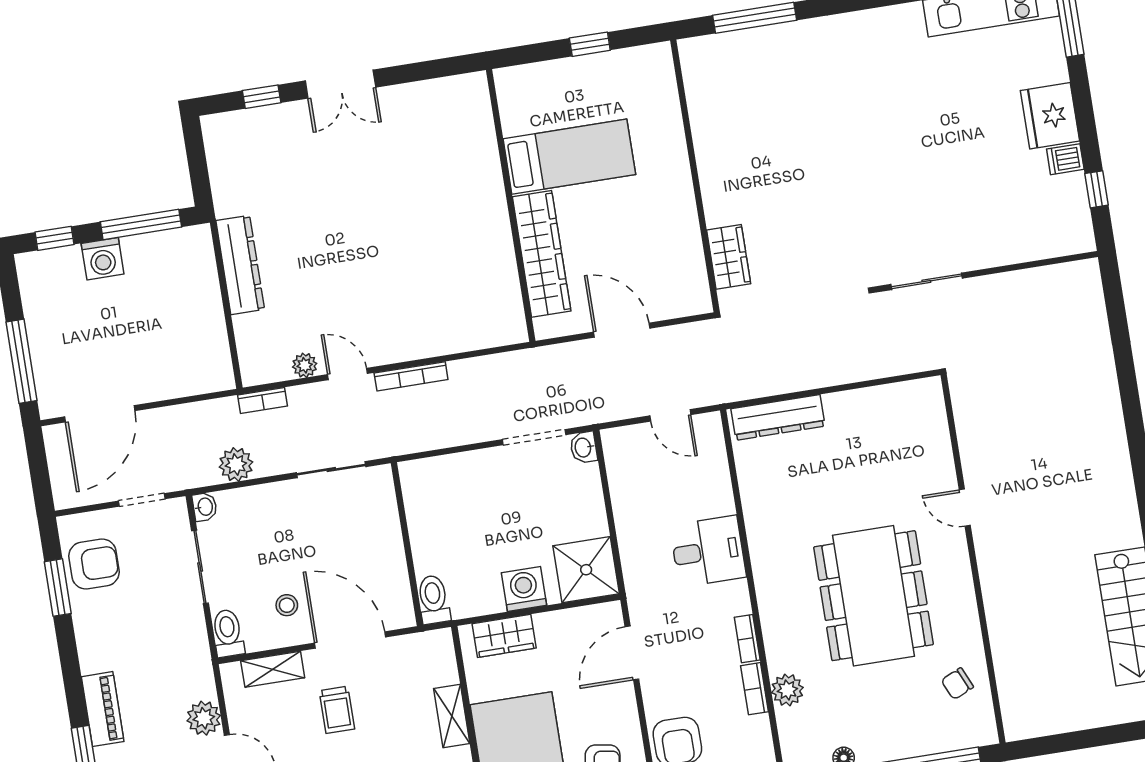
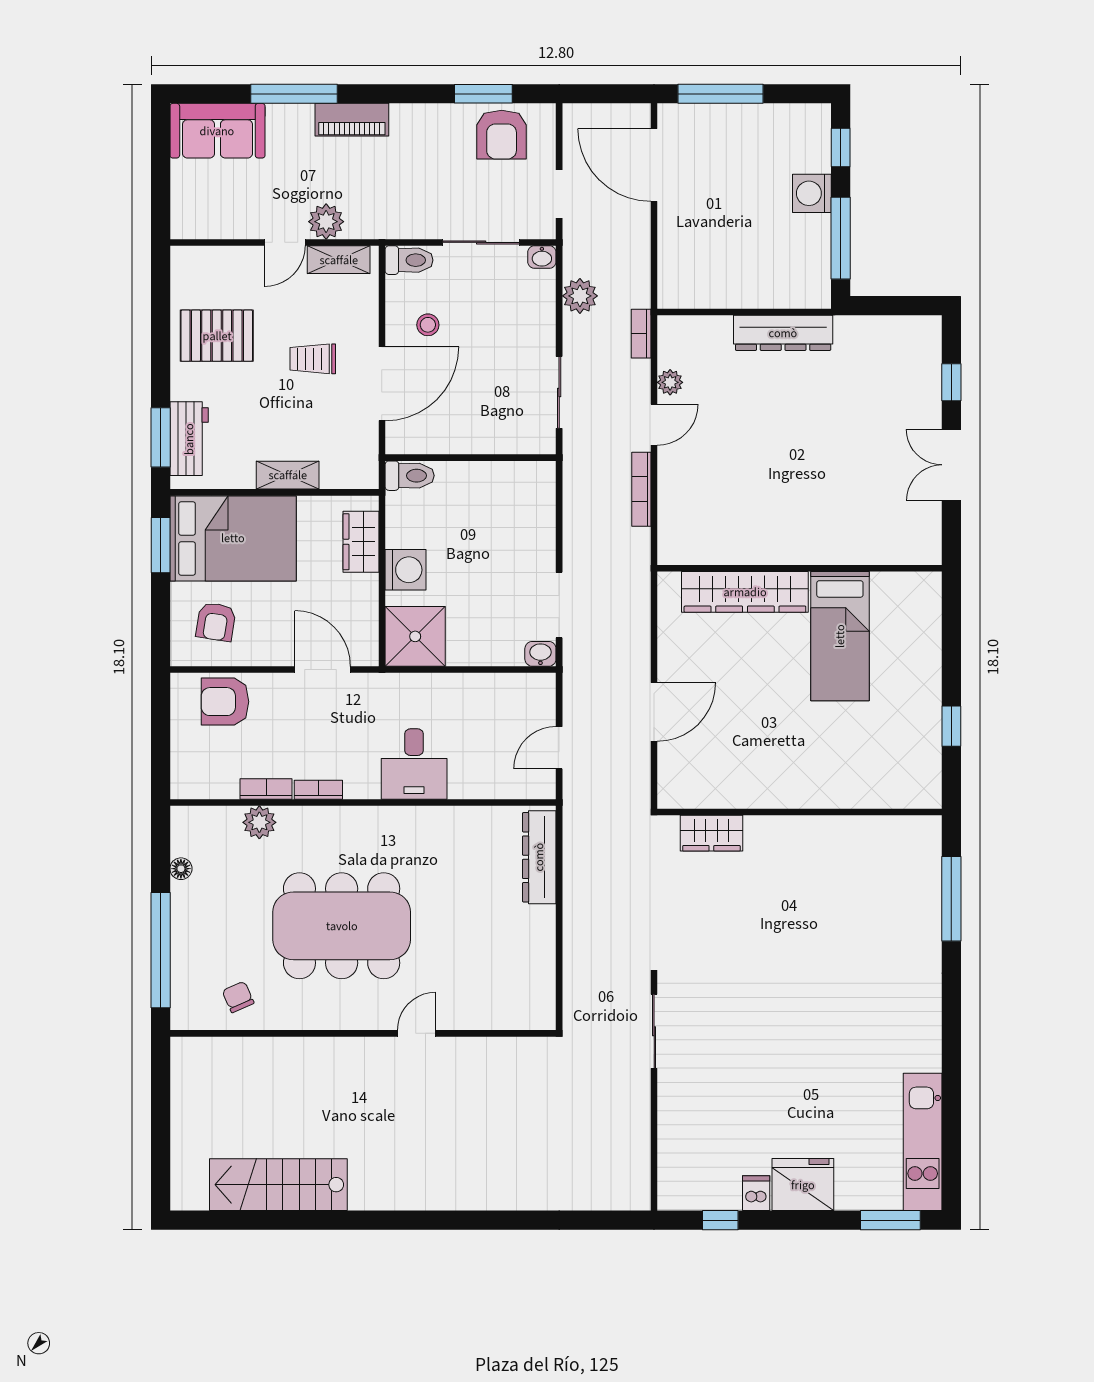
bed: (569, 157) -> (840, 636), moved
wall: (511, 205) -> (800, 568), moved
wardrobe: (542, 254) -> (745, 592), moved
shelving: (273, 669) -> (339, 260), moved, turned 90

